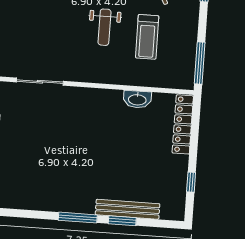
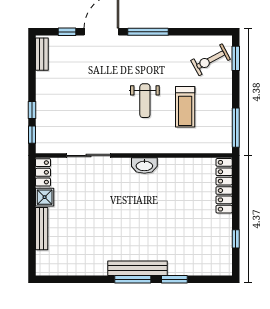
washbasin: (137, 99) -> (144, 166), moved
bench: (128, 209) -> (138, 268), moved

